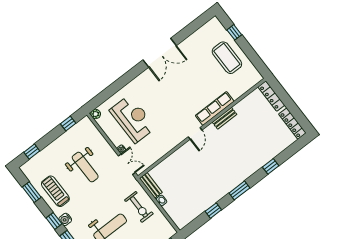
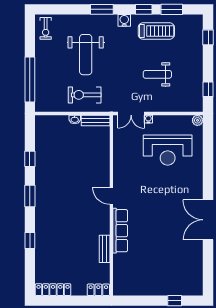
coffee table: (227, 58) -> (157, 277), removed
locker: (271, 96) -> (98, 290), width x0.66
bench: (225, 118) -> (105, 249), moved
weight bench: (85, 167) -> (157, 74), width x0.73, depth x0.75
window: (54, 221) -> (144, 9), moved

